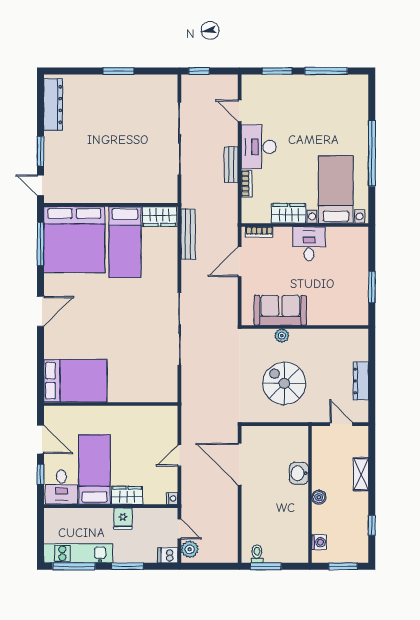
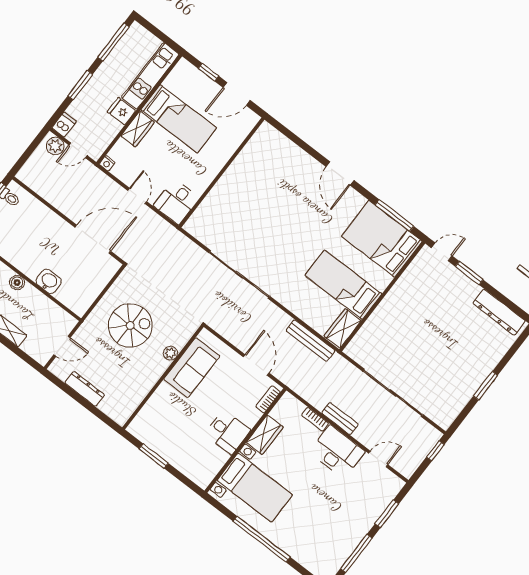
bed: (74, 240) -> (382, 239), width x0.73
bed: (75, 381) -> (262, 159), removed
desk: (61, 487) -> (176, 202), moved, turned -90
kitchen unit: (78, 553) -> (150, 76), moved, turned 180

